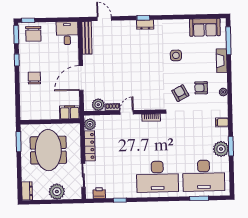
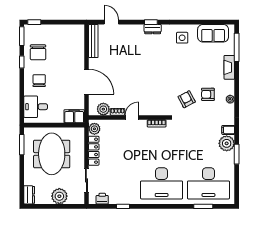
desk: (67, 33) -> (36, 107), moved, turned -90
chair: (33, 34) -> (38, 52), moved
side table: (176, 55) -> (182, 38), moved
door: (81, 78) -> (86, 82), swing flipped
plant: (221, 149) -> (227, 143), moved

